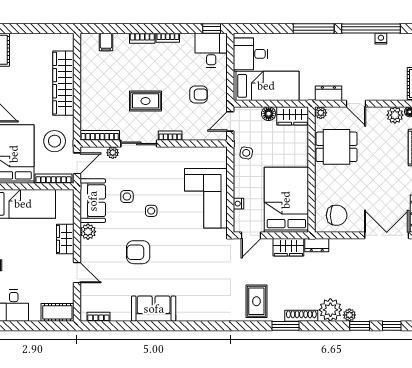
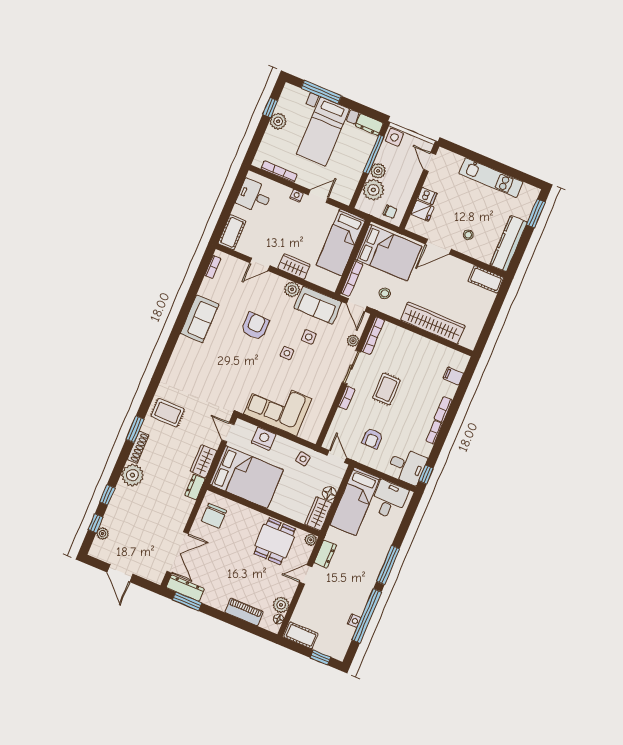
stool: (55, 141) -> (385, 293), width x0.53, depth x0.53
nightstand: (238, 204) -> (264, 439), width x1.89, depth x1.79
plant: (349, 315) -> (103, 534), moved

